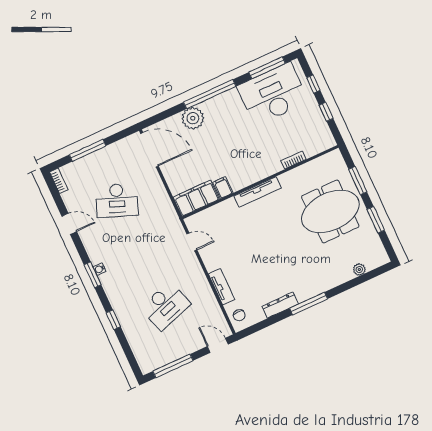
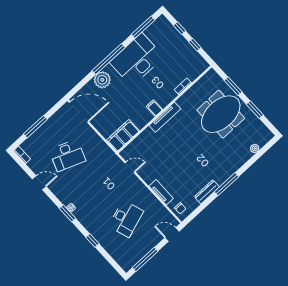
desk: (273, 94) -> (137, 60), moved
filing cabinet: (223, 188) -> (154, 108), moved

